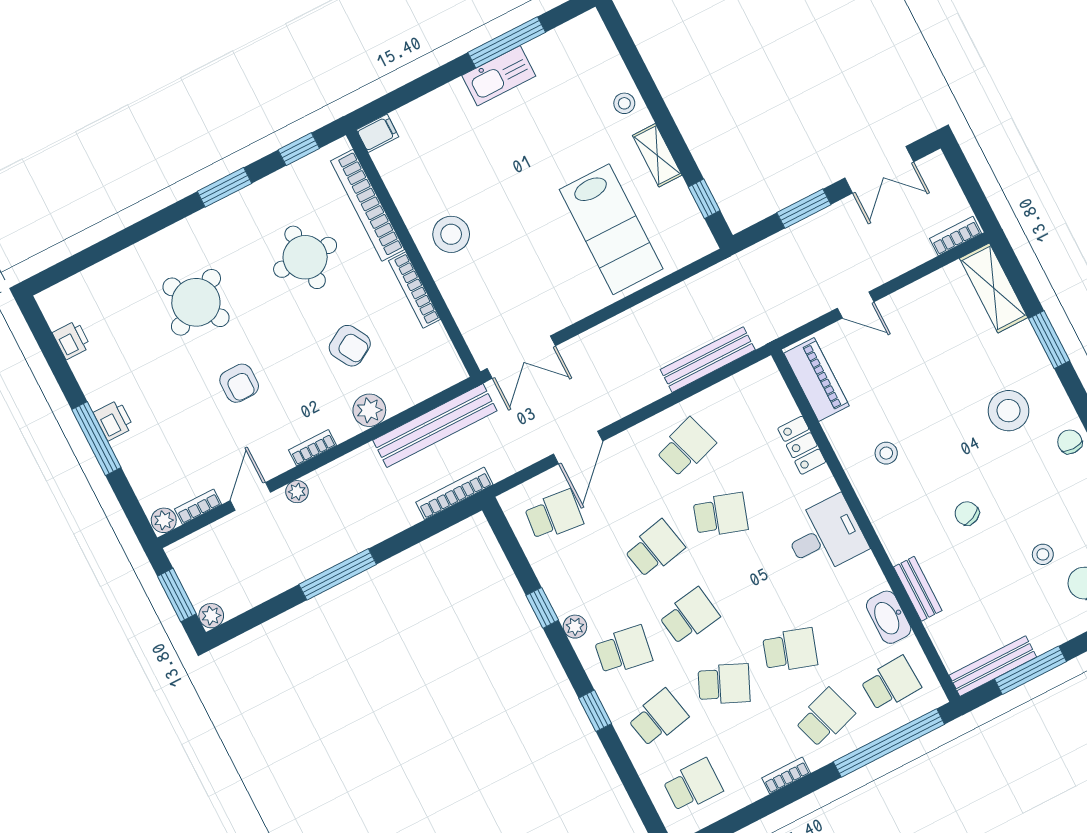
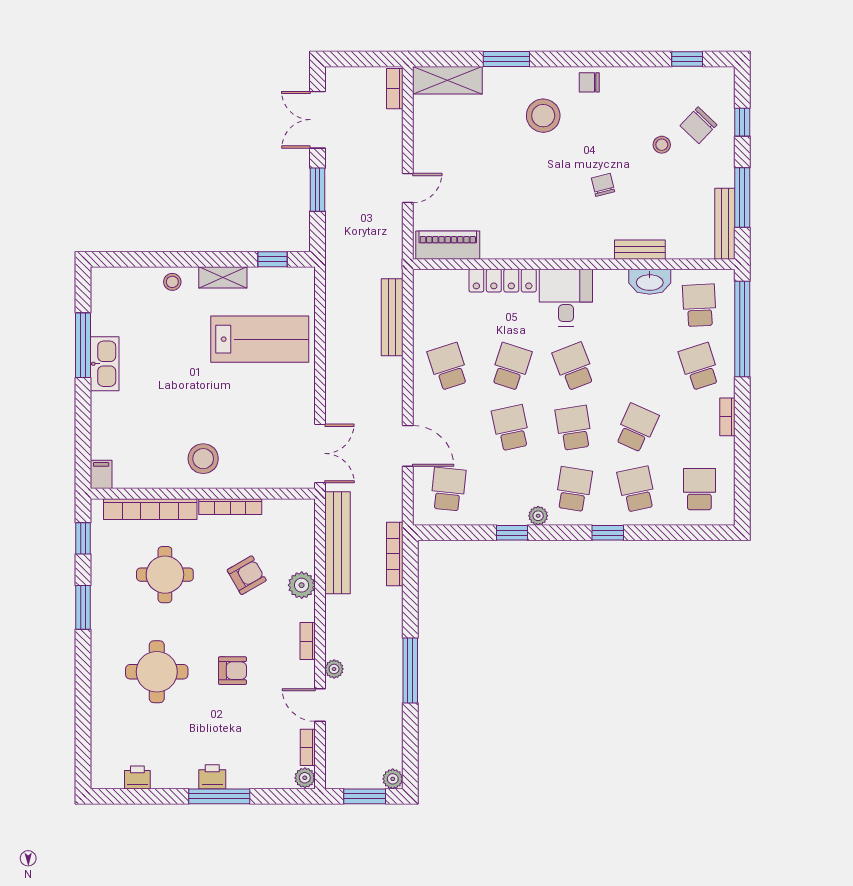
double door: (879, 170) -> (317, 120), swing flipped
round table: (196, 302) -> (157, 672), turned 30
locker: (802, 445) -> (503, 281), width x1.53
stool: (886, 453) -> (528, 222), removed
chair: (967, 513) -> (603, 185), turned 102
school desk: (790, 650) -> (574, 367), moved, turned -39

